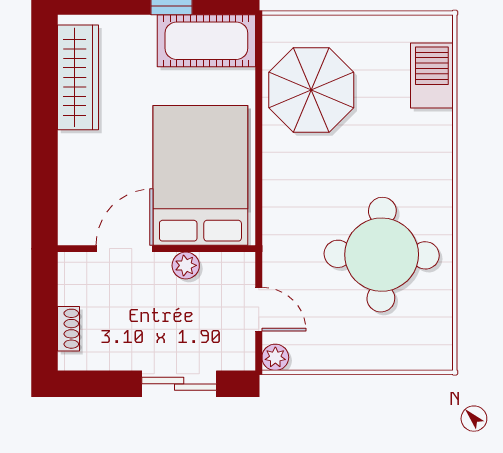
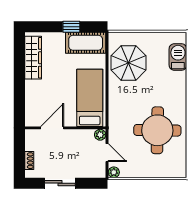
bed: (200, 175) -> (90, 98), width x0.67
plant: (186, 265) -> (100, 135), moved
sliding door: (179, 384) -> (60, 183), moved

